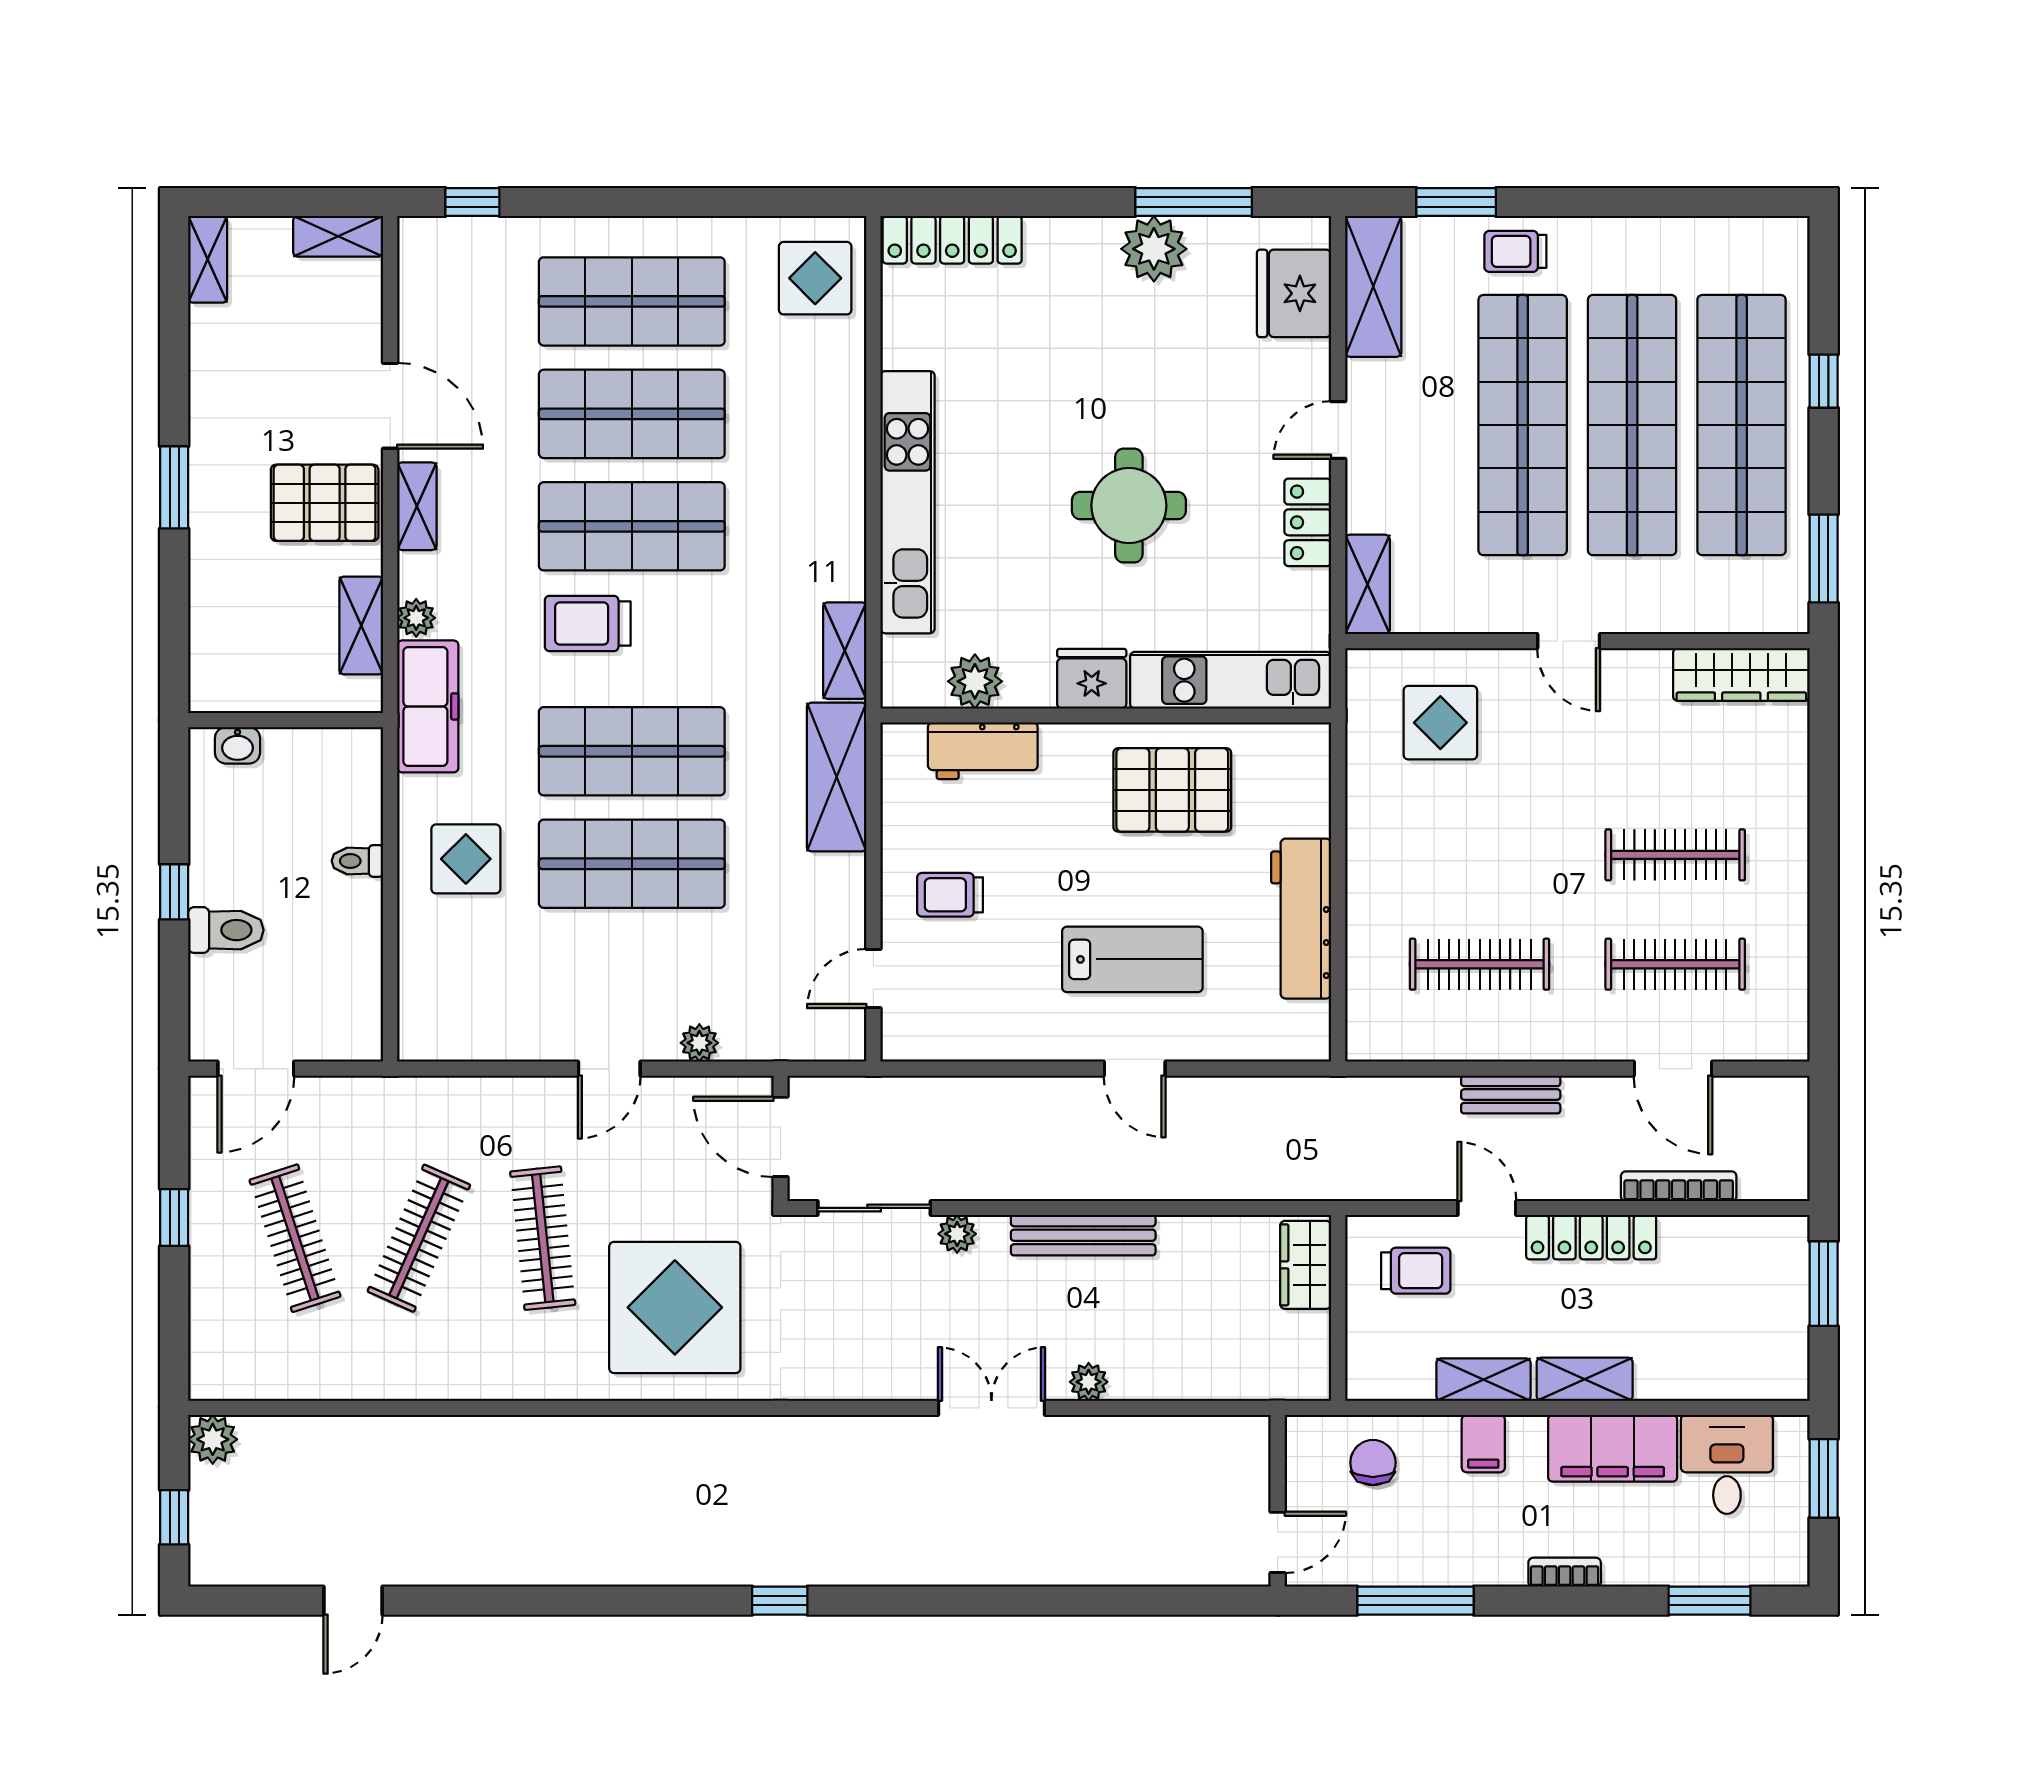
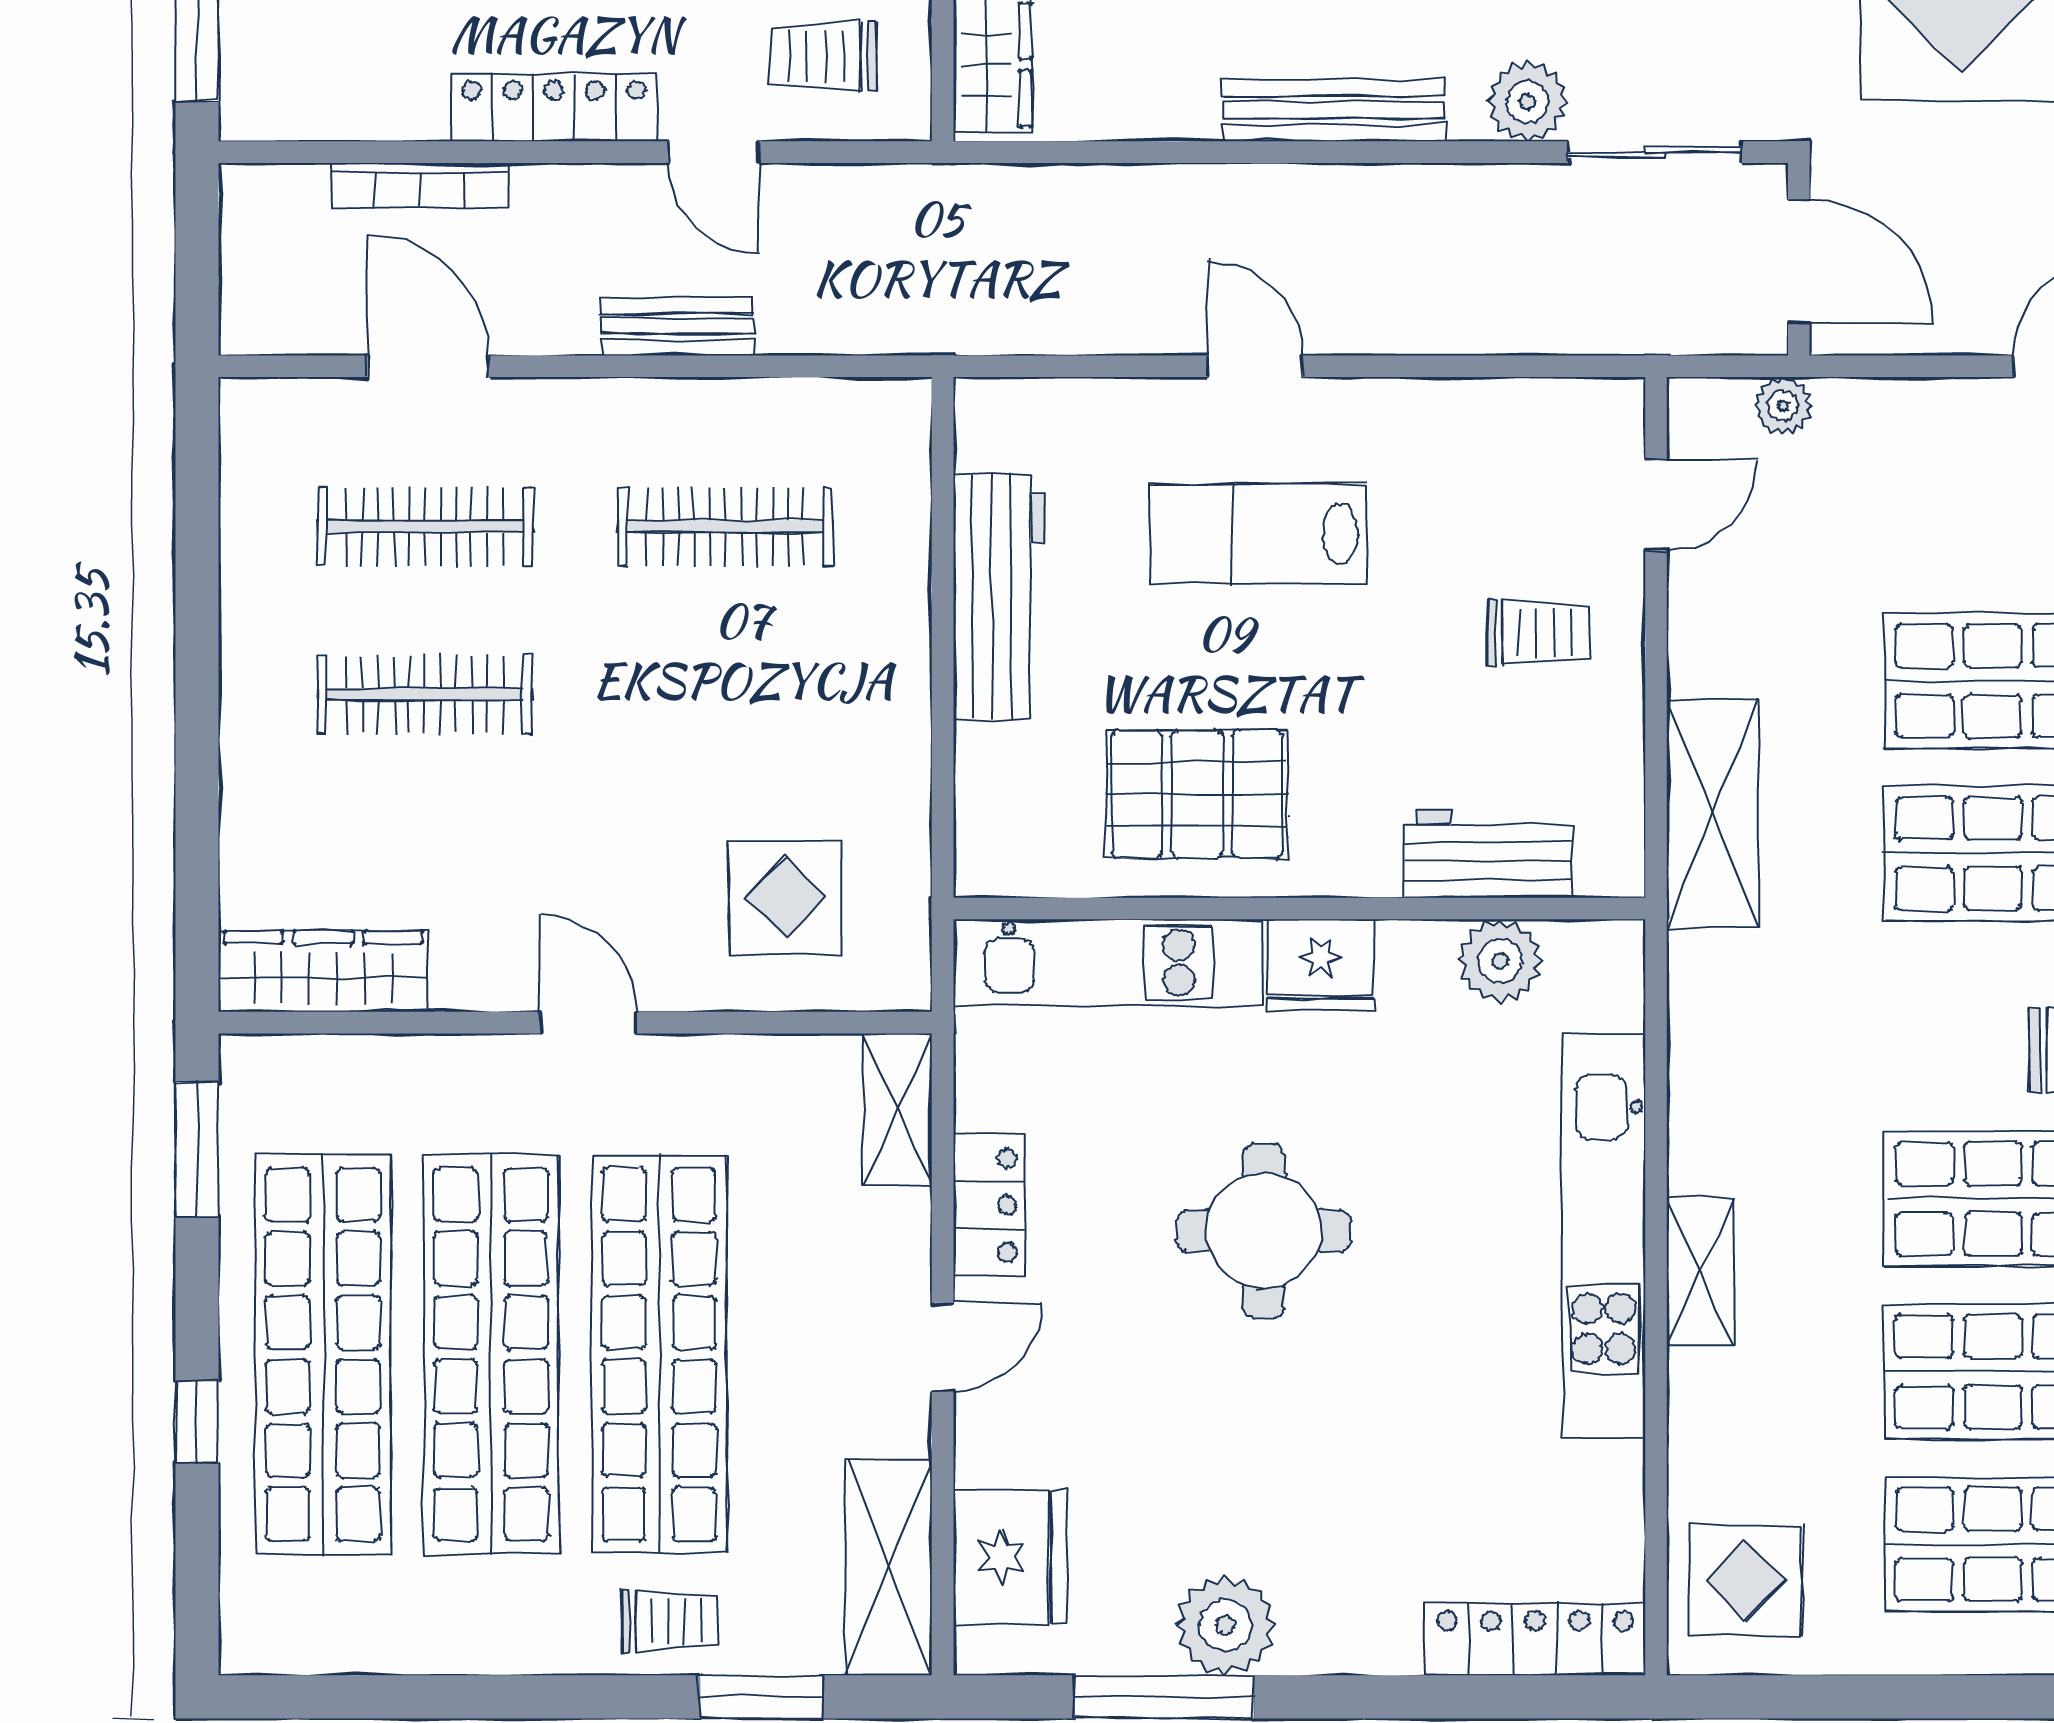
shelving: (845, 651) -> (1700, 1271), moved
plant: (699, 1043) -> (1783, 406), moved
plant: (957, 1234) -> (1528, 101), width x1.38, depth x1.38

